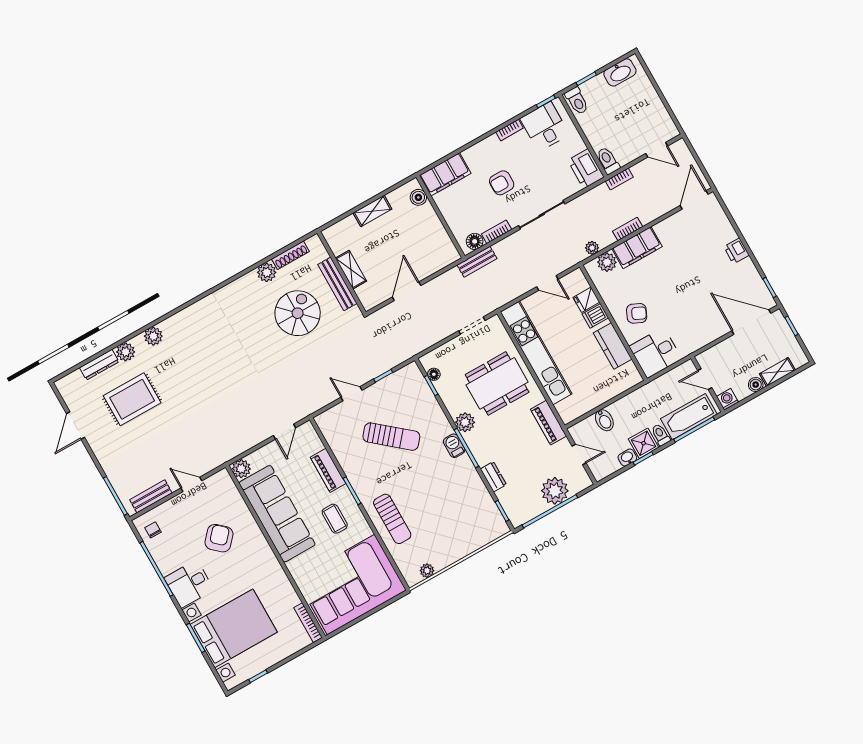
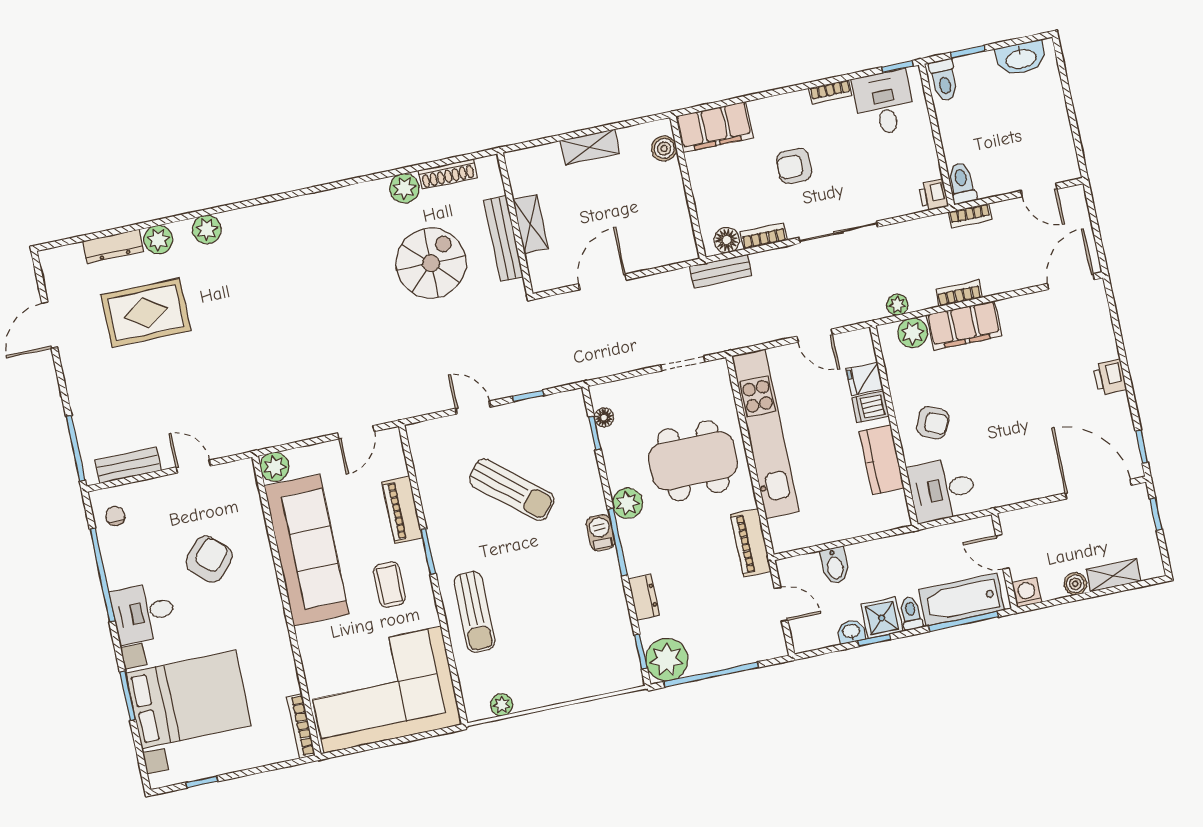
printer: (586, 169) -> (934, 195), width x0.53, depth x0.68
plant: (555, 491) -> (667, 660), moved

